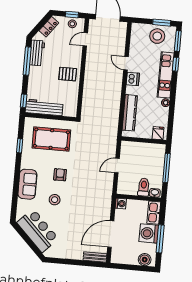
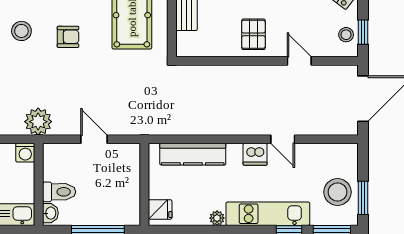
door: (85, 39) -> (299, 61), moved
door: (126, 63) -> (283, 139), swing flipped
plant: (105, 195) -> (38, 122), added

